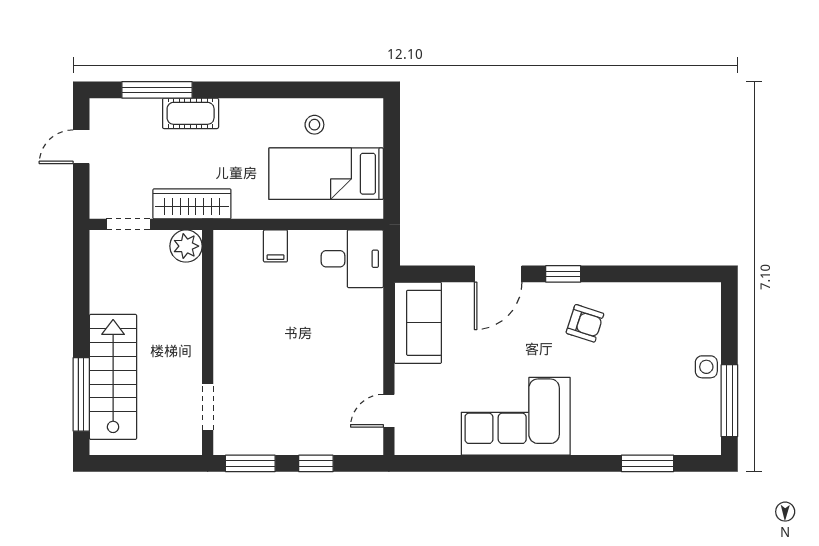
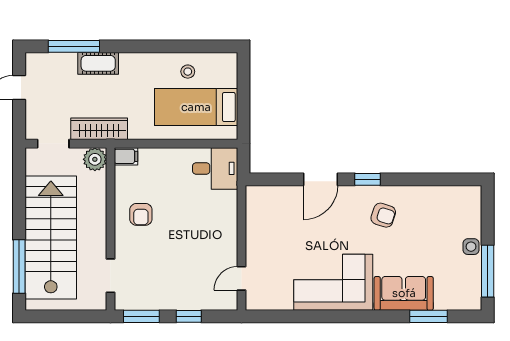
filing cabinet: (275, 246) -> (126, 156), moved, turned -90
armchair: (250, 322) -> (141, 214), added
sofa: (418, 323) -> (404, 293), moved, turned -90
stairs: (113, 377) -> (51, 237), width x1.36, depth x1.51

